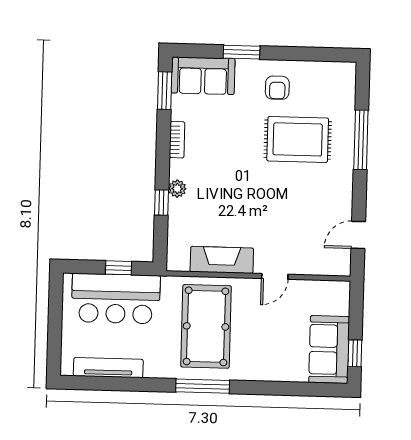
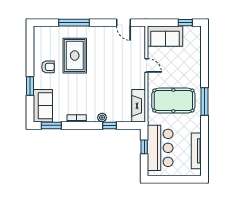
fireplace: (222, 260) -> (139, 106), moved
sofa: (329, 350) -> (165, 36), moved

